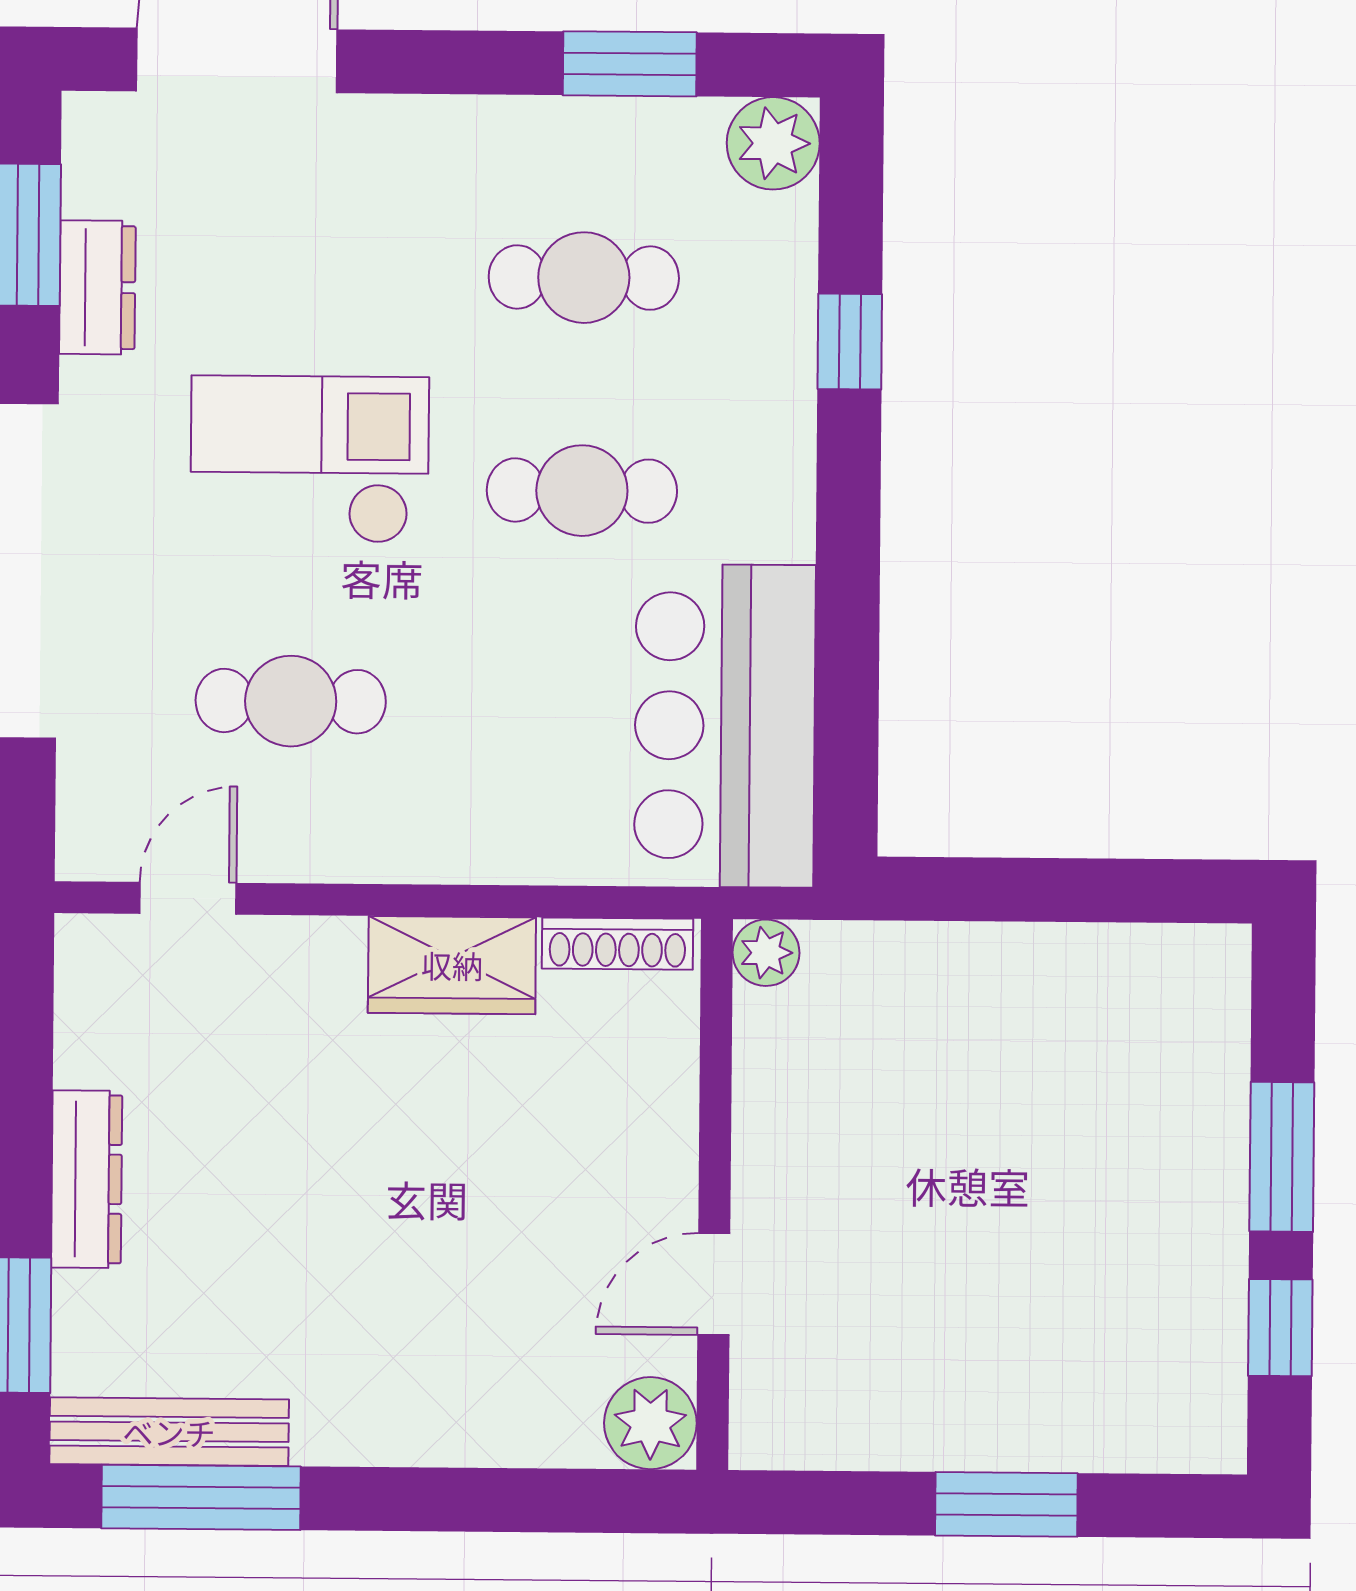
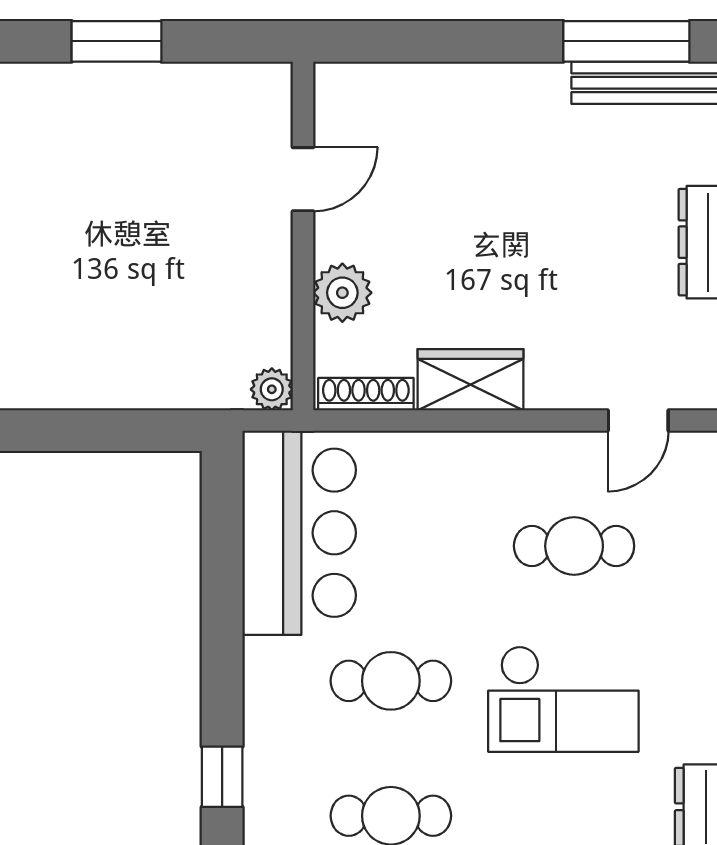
plant: (650, 1423) -> (342, 293), moved

